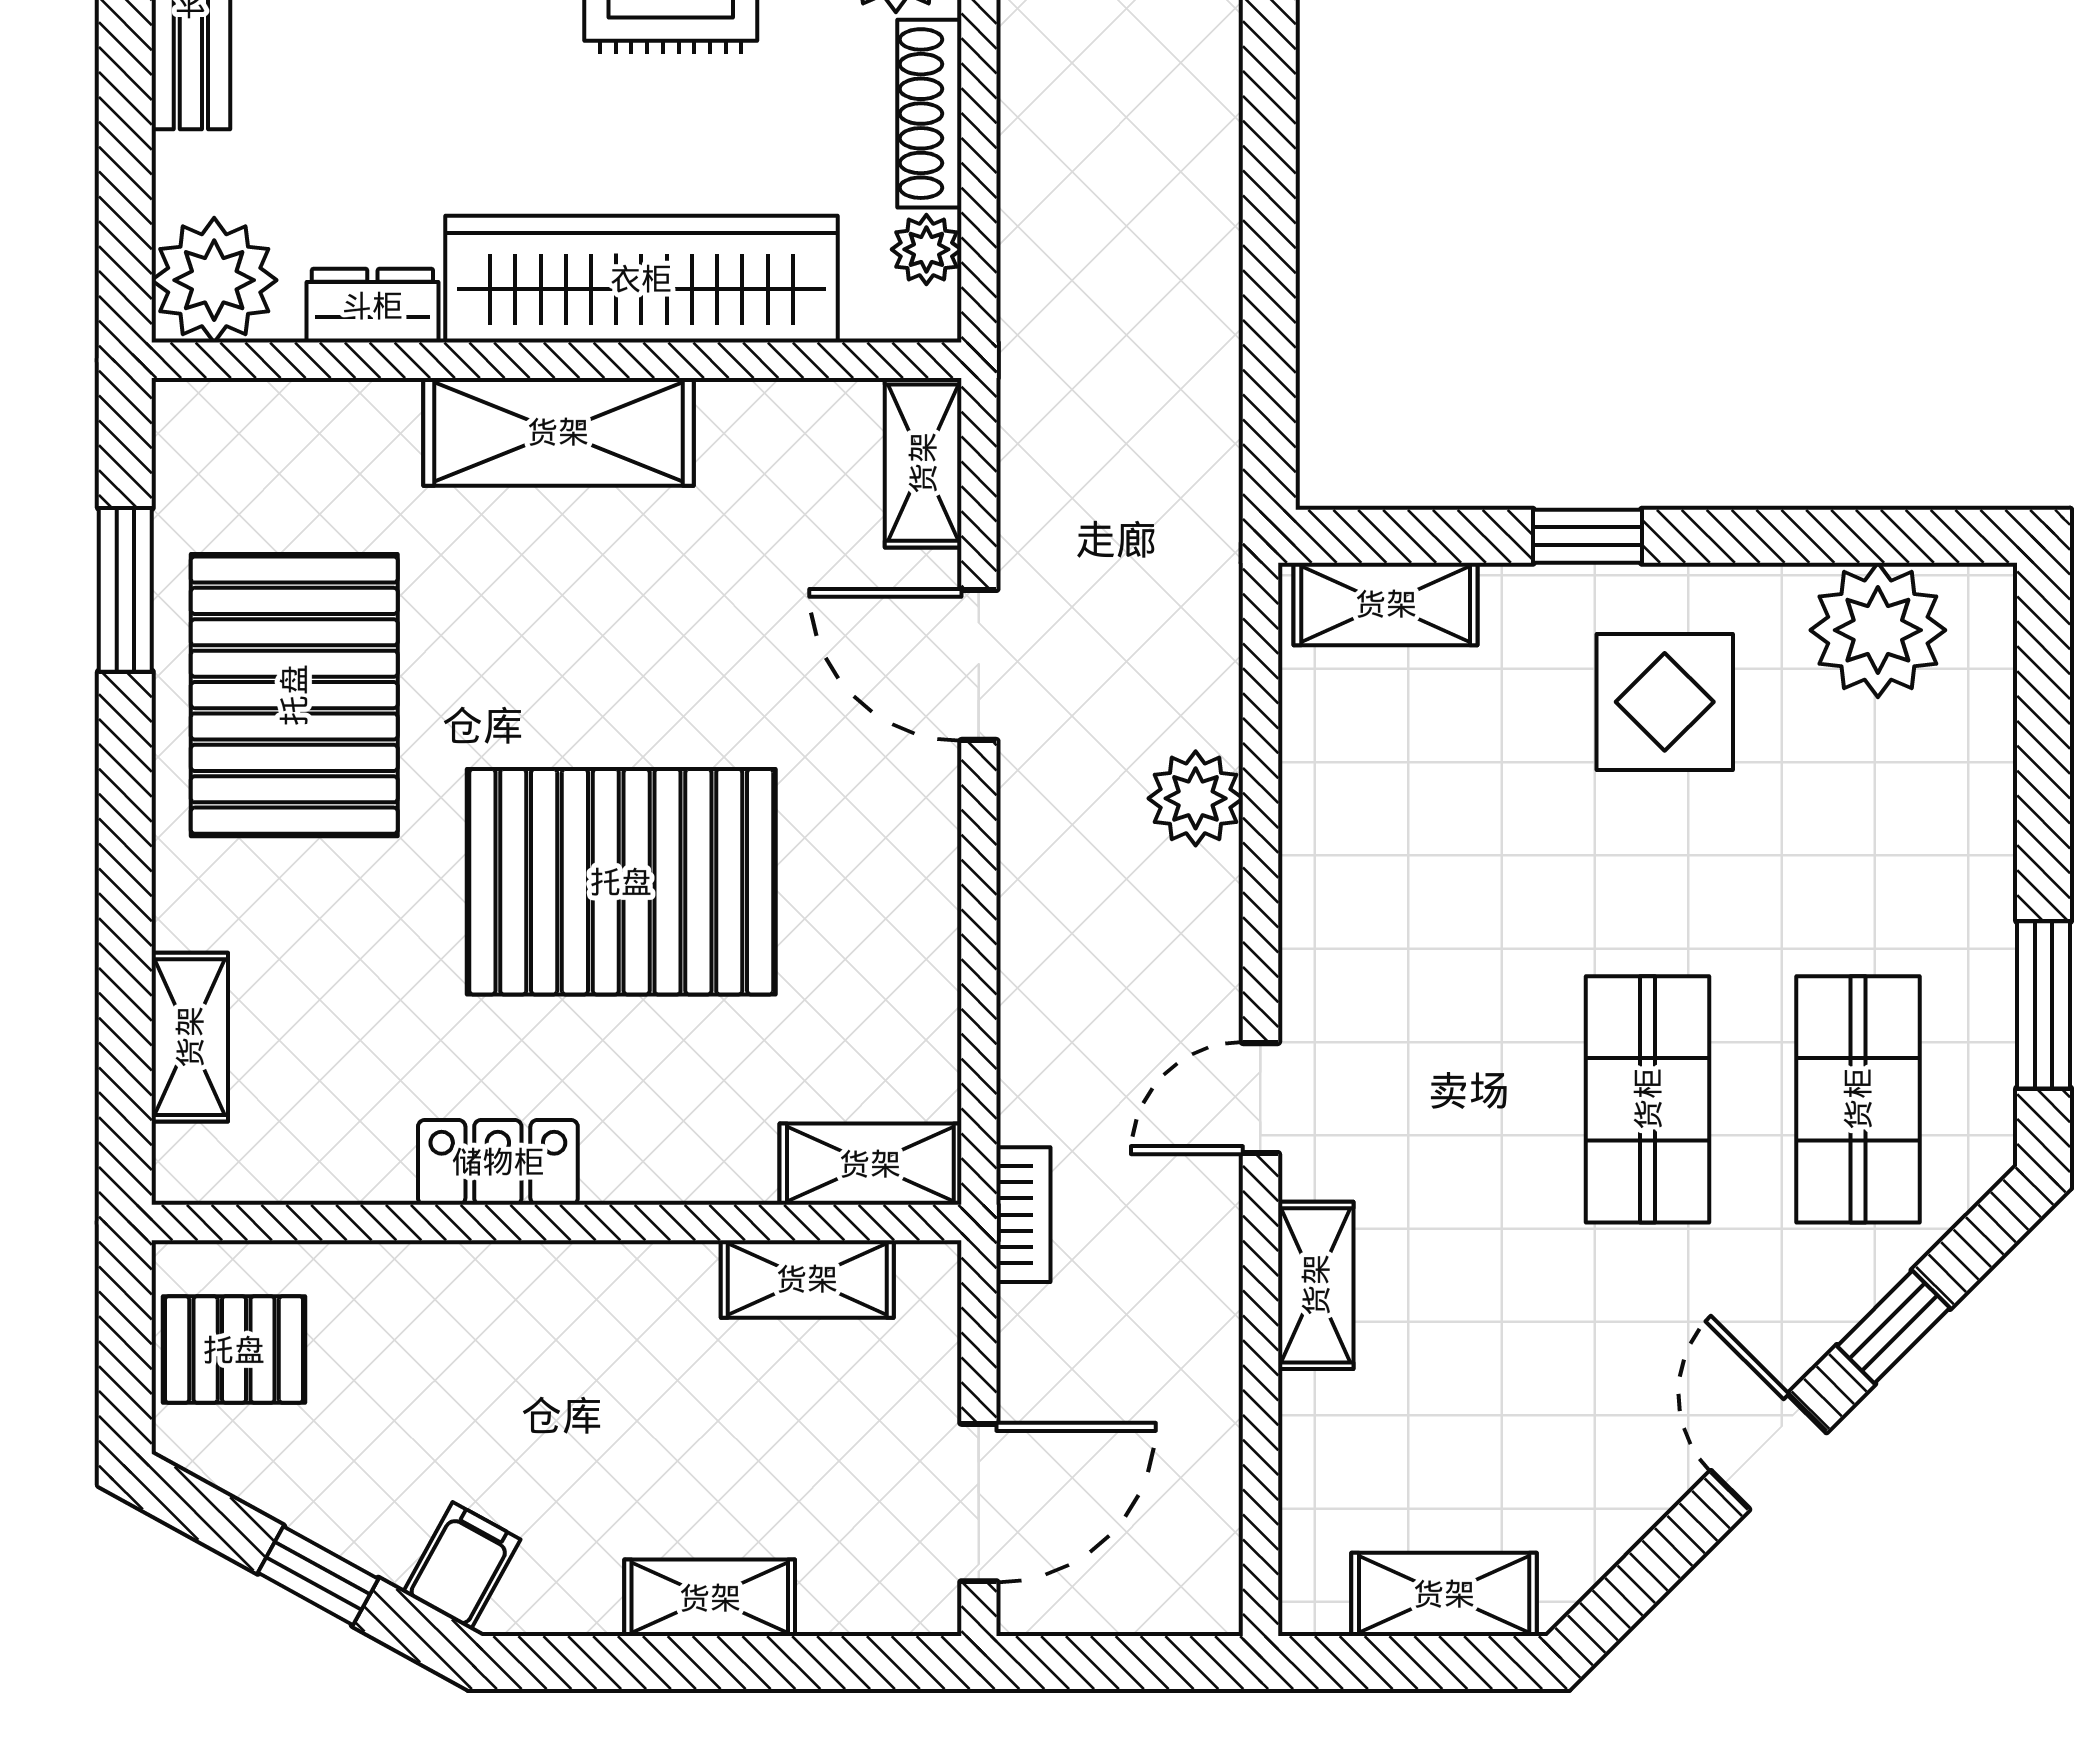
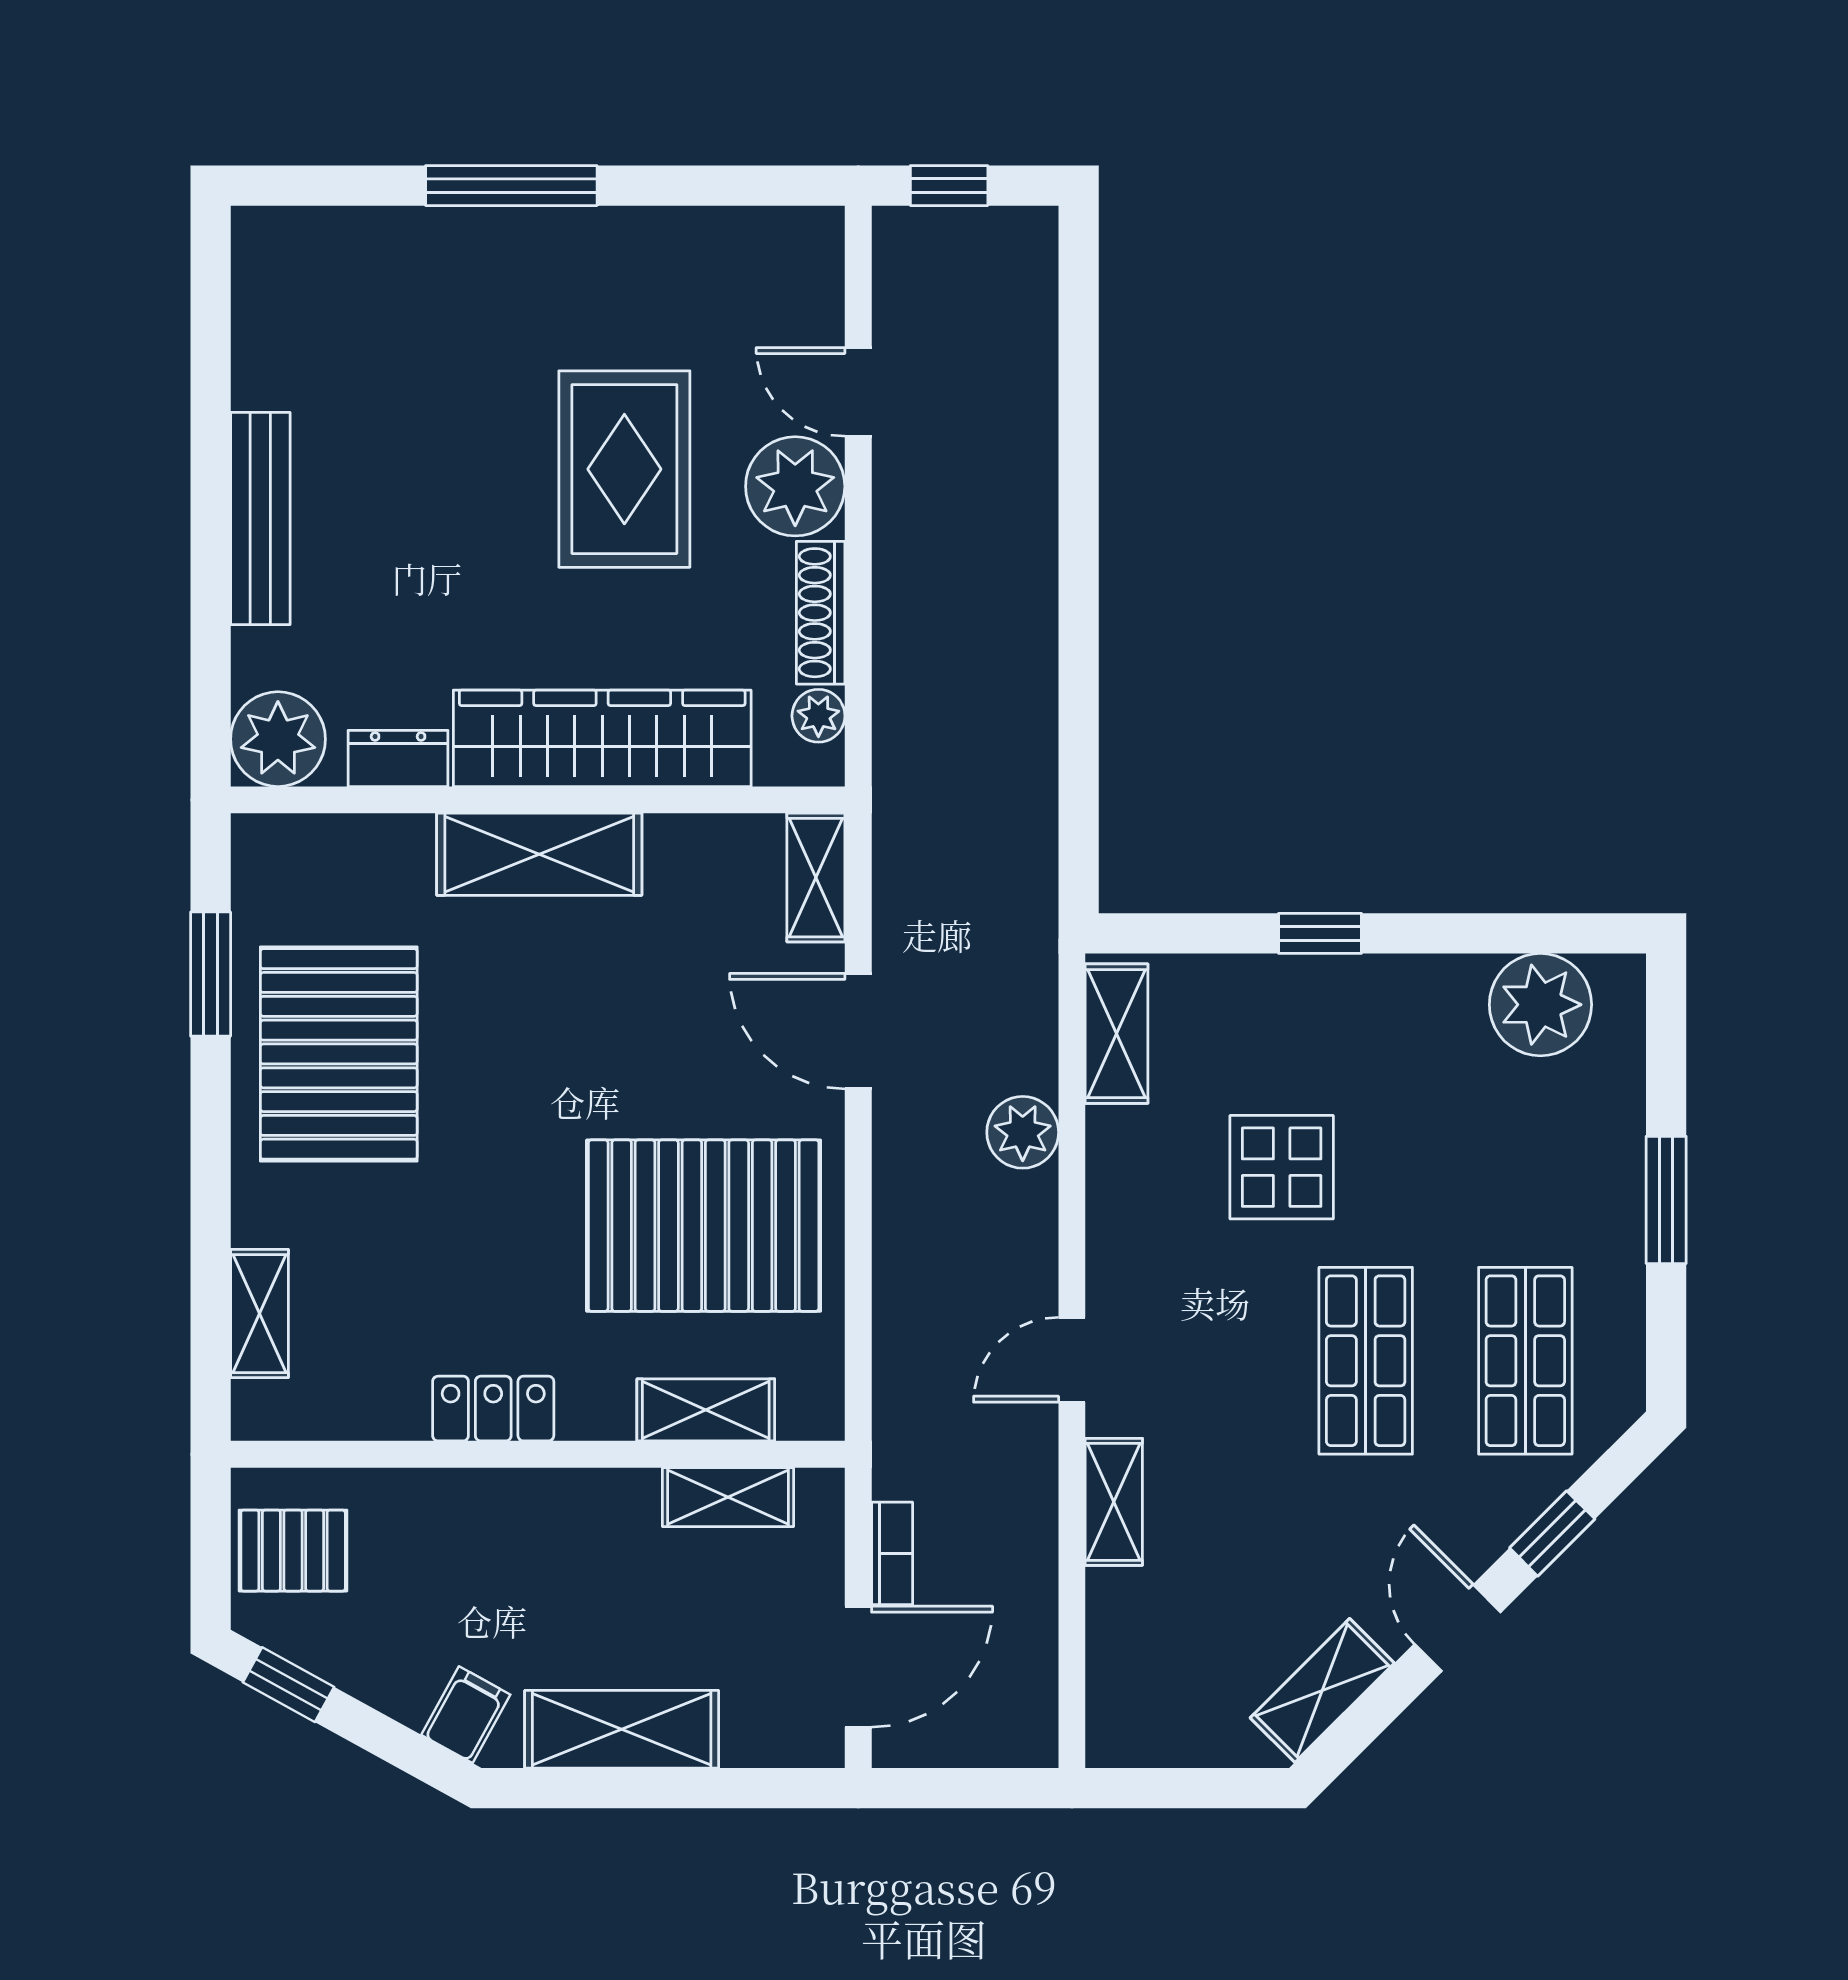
shelving: (1386, 604) -> (1117, 1034), moved, turned 90
display table: (1665, 702) -> (1282, 1167), moved
pallet: (621, 882) -> (704, 1226), moved
window: (2044, 1005) -> (1666, 1200), moved
shelving: (870, 1164) -> (706, 1410), moved
bookcase: (1023, 1215) -> (892, 1553), moved
window: (318, 1576) -> (289, 1685), moved
shelving: (1444, 1594) -> (1322, 1690), moved, turned -45
shelving: (710, 1598) -> (622, 1729), width x1.50, depth x1.33

